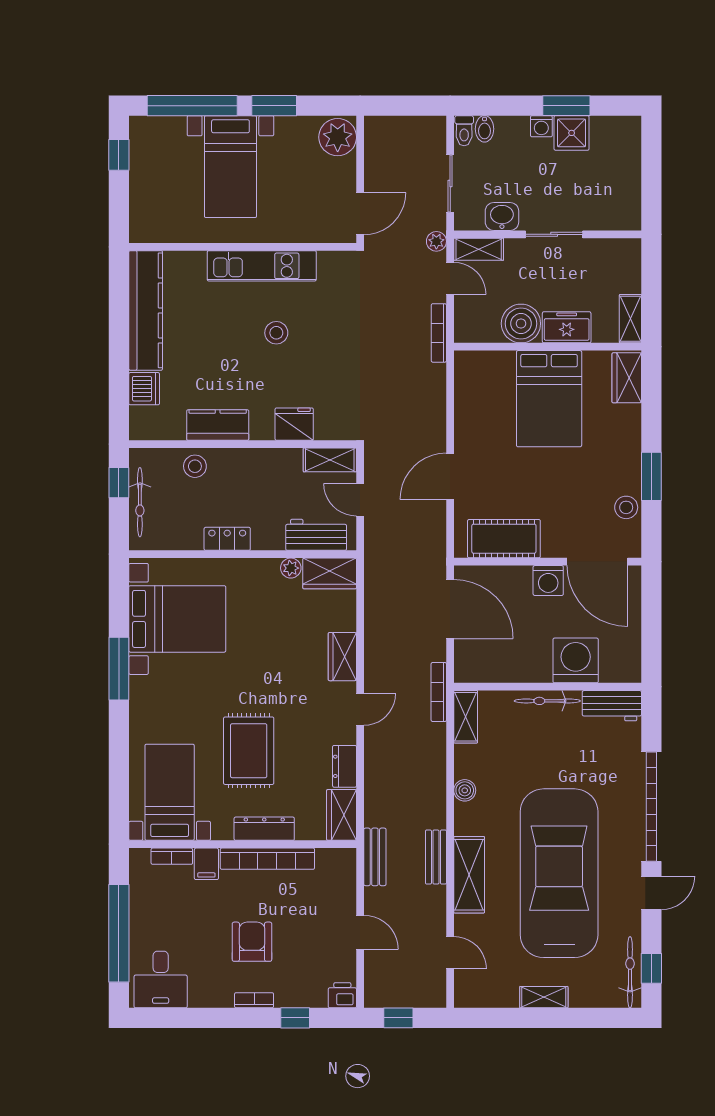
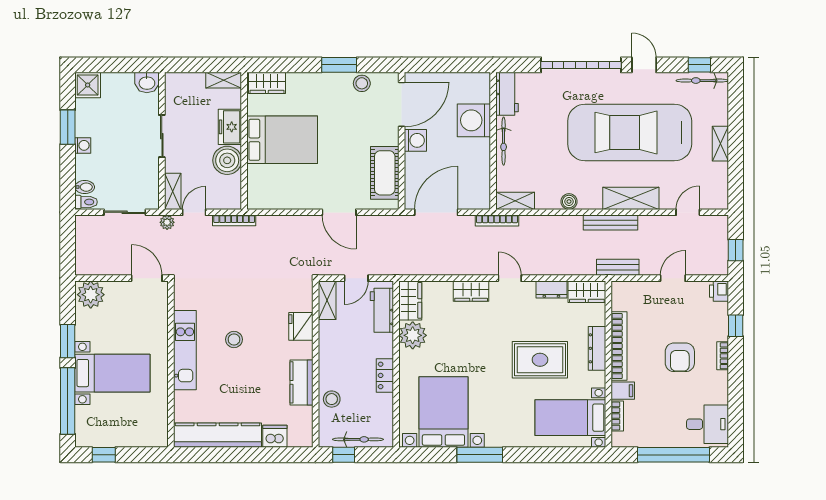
shower: (572, 133) -> (88, 85), moved
washbasin: (502, 216) -> (147, 83), moved, turned -90
plant: (291, 568) -> (413, 335), width x1.87, depth x1.87
bench: (436, 857) -> (611, 223), width x1.36
armchair: (252, 942) -> (680, 357), turned -90

